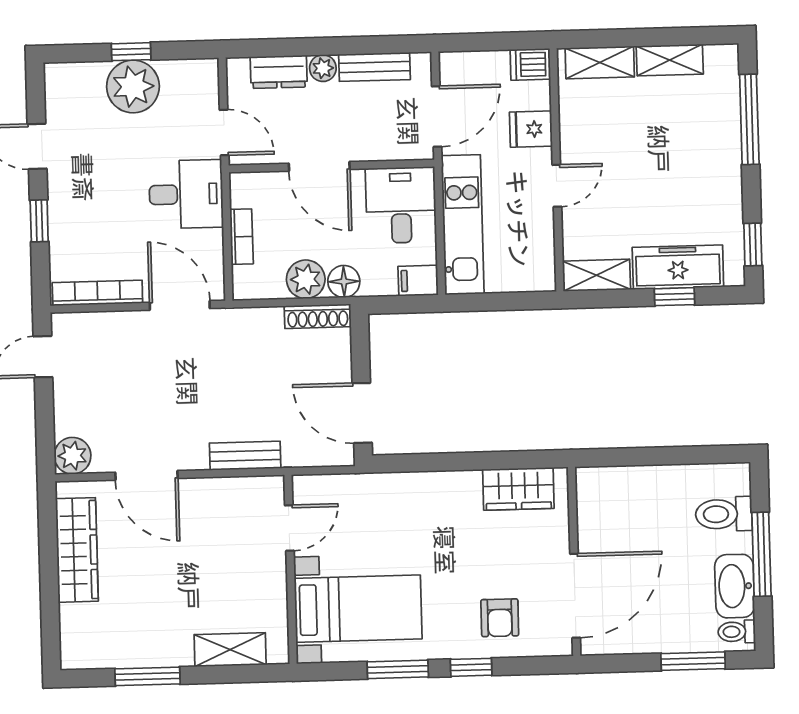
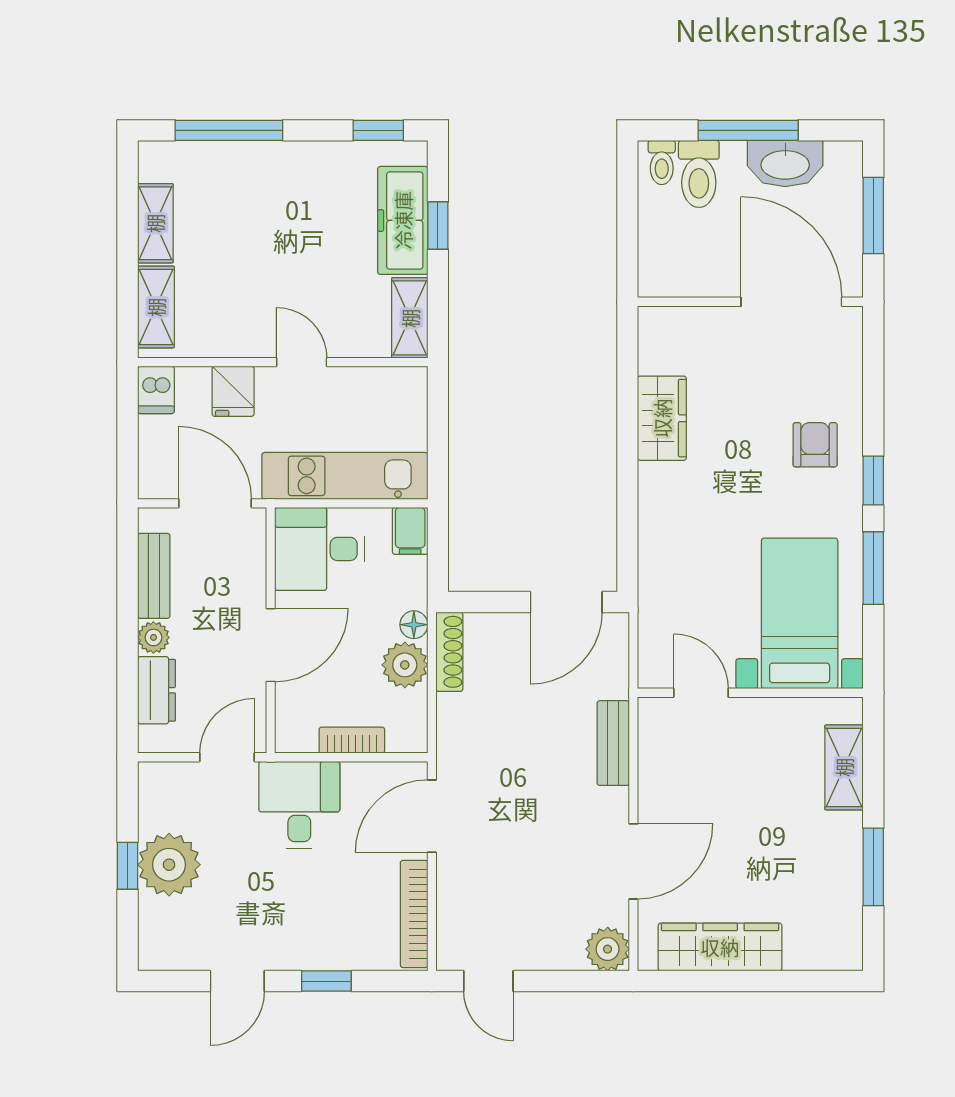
floor lamp: (344, 281) -> (414, 625), width x0.73, depth x0.73
wall: (574, 561) -> (750, 302), moved
door: (575, 596) -> (791, 302), moved
armchair: (500, 618) -> (815, 445), turned -90
toilet: (737, 632) -> (662, 163), moved

